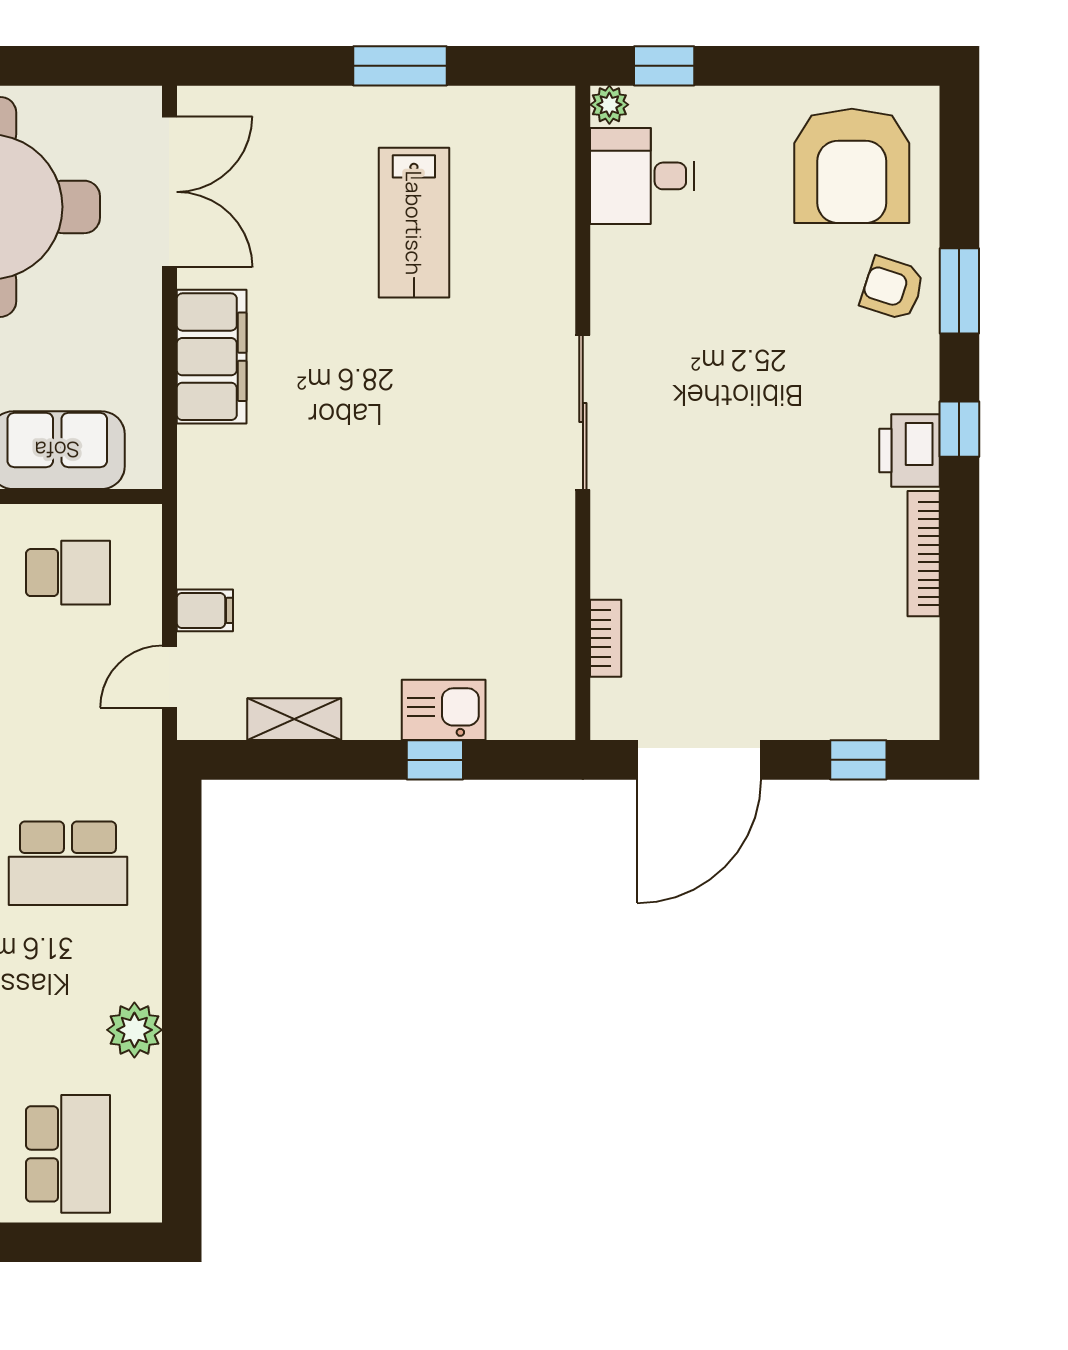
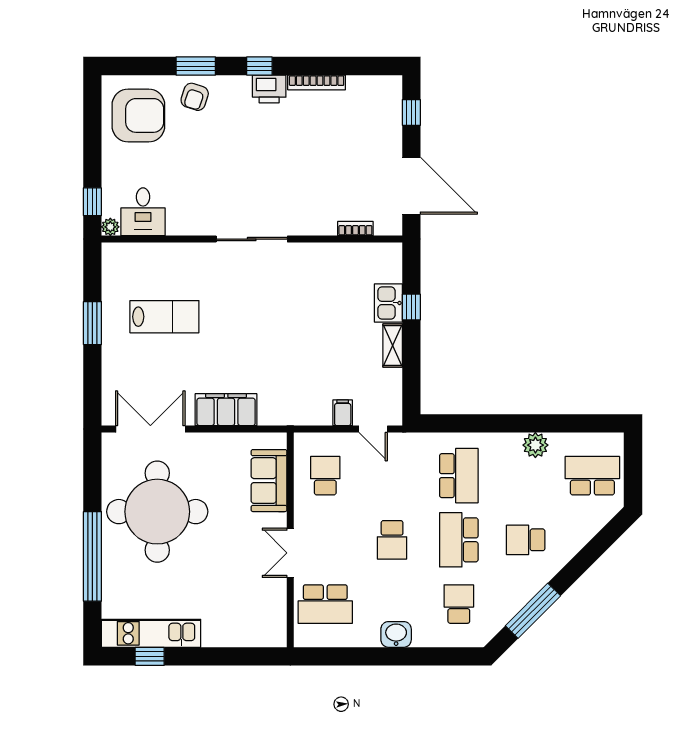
shelving: (294, 719) -> (393, 345), moved

